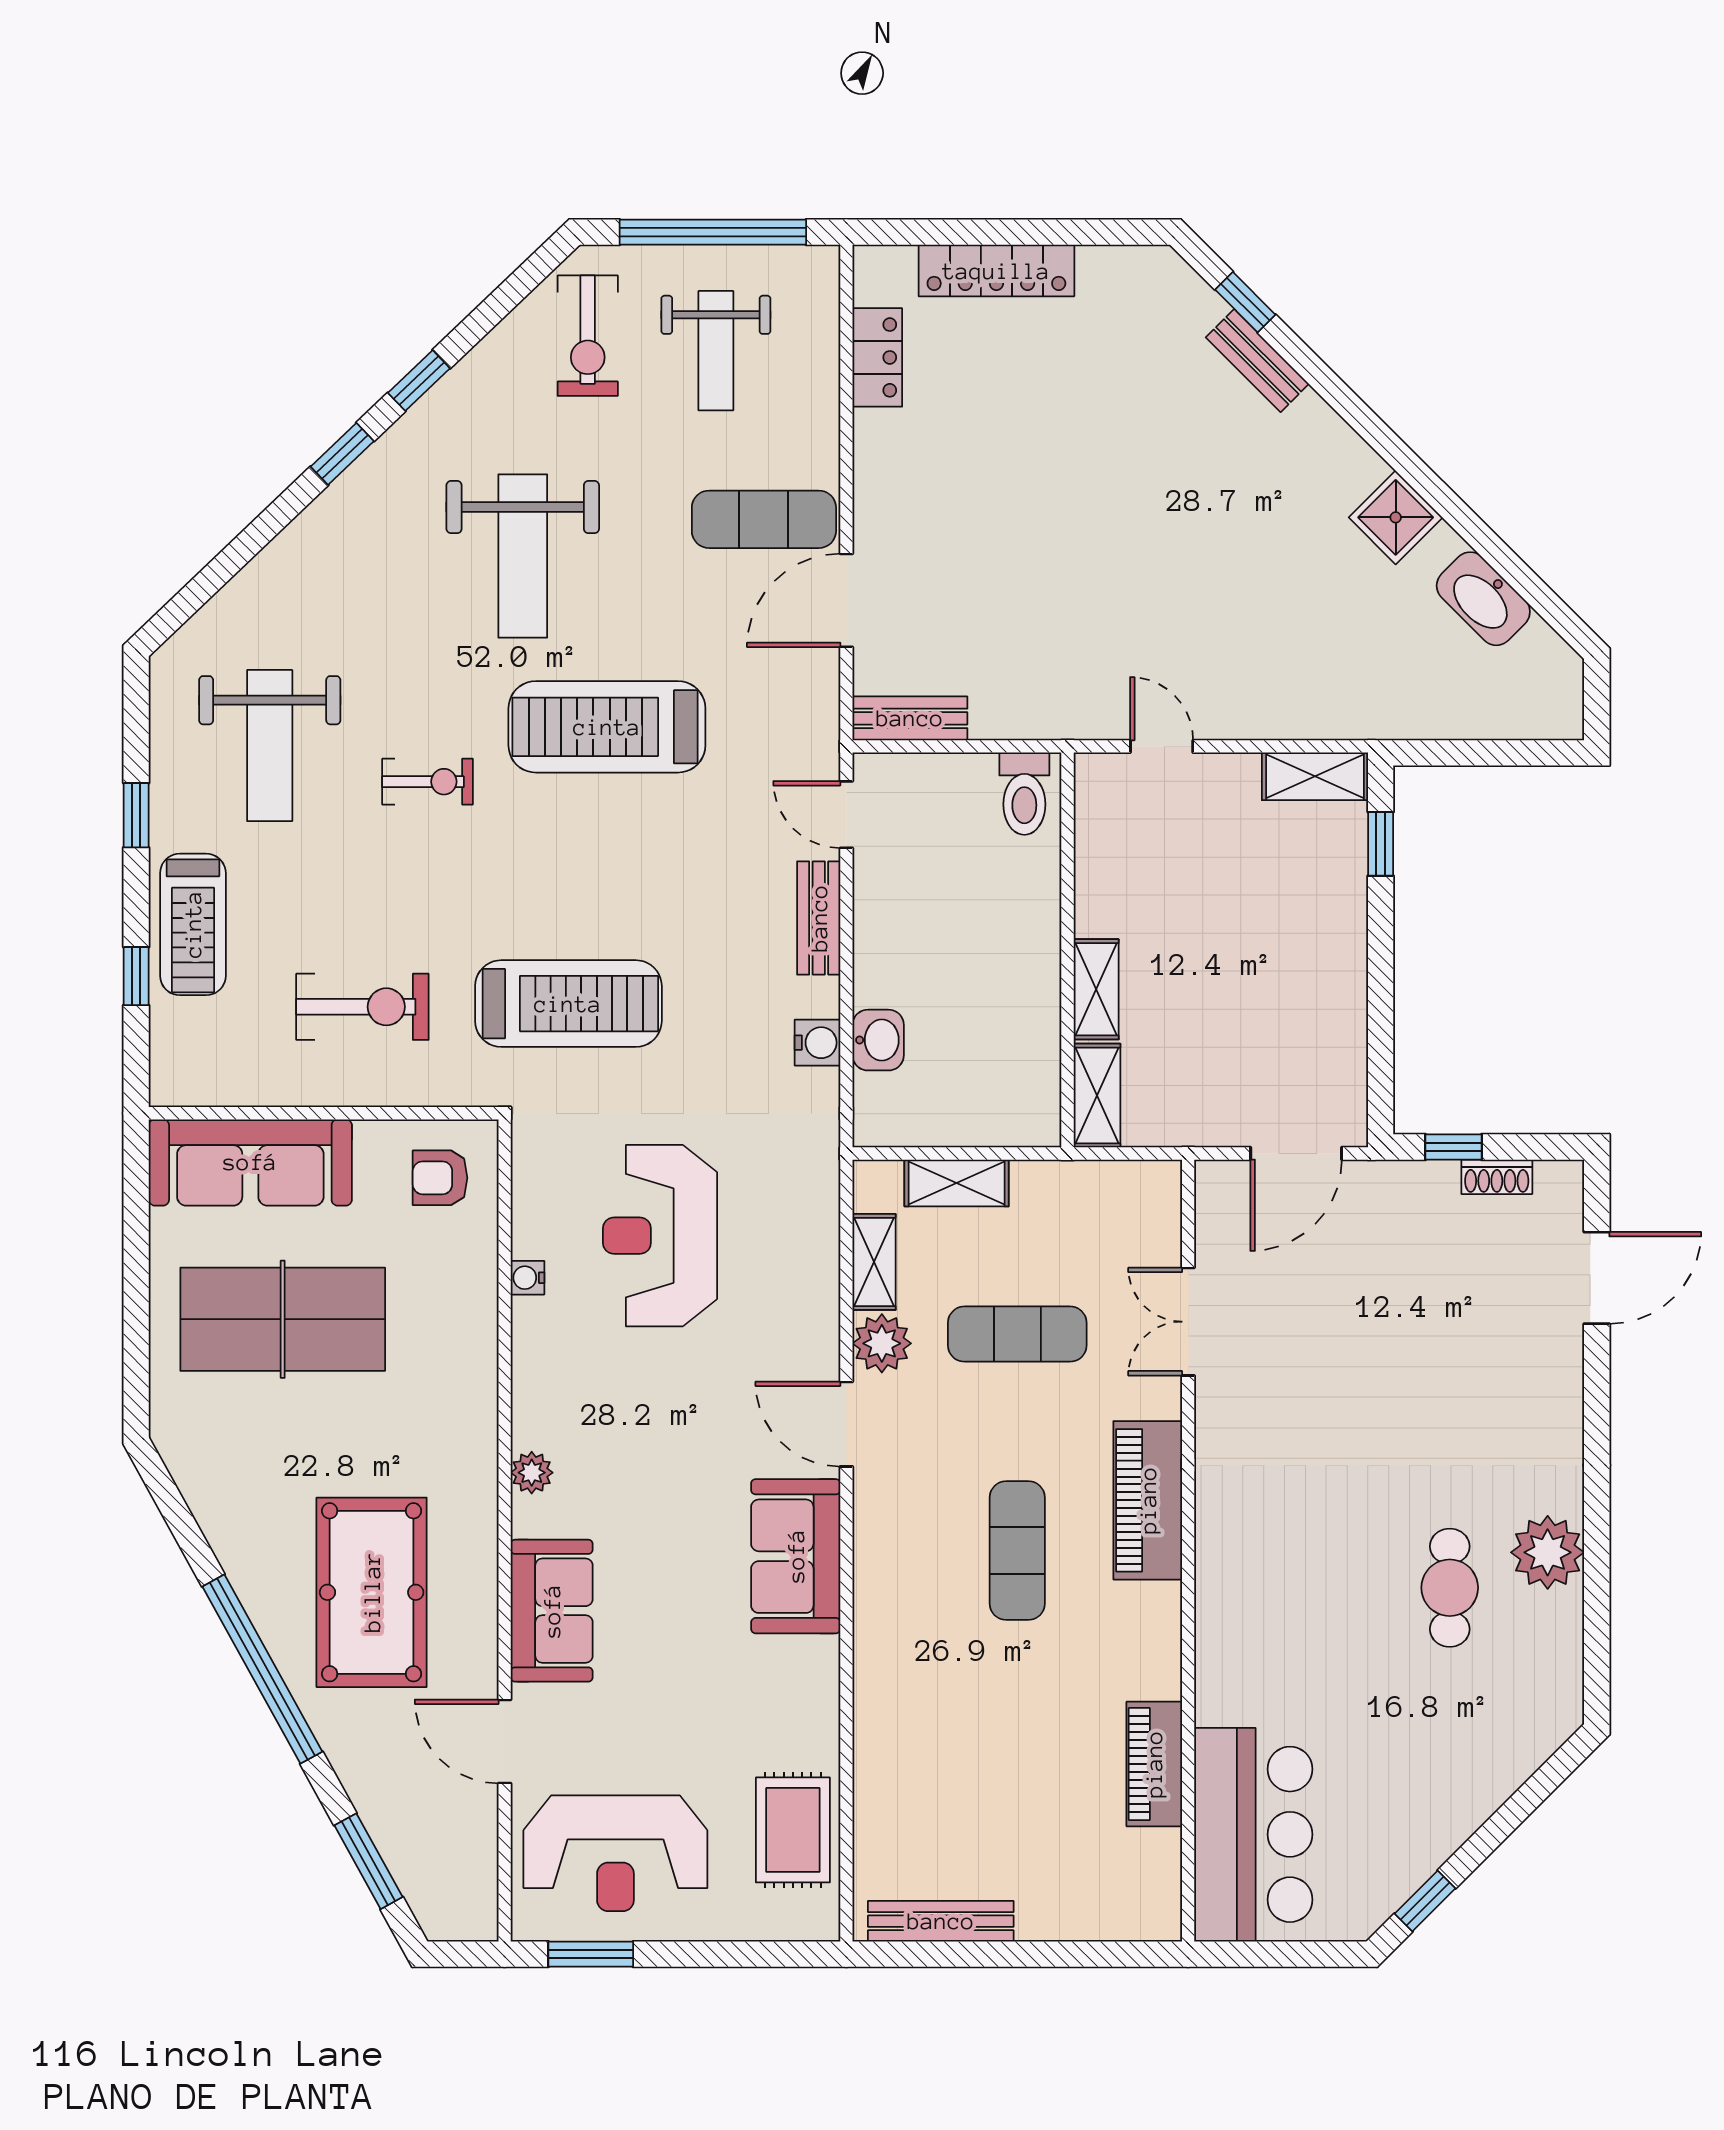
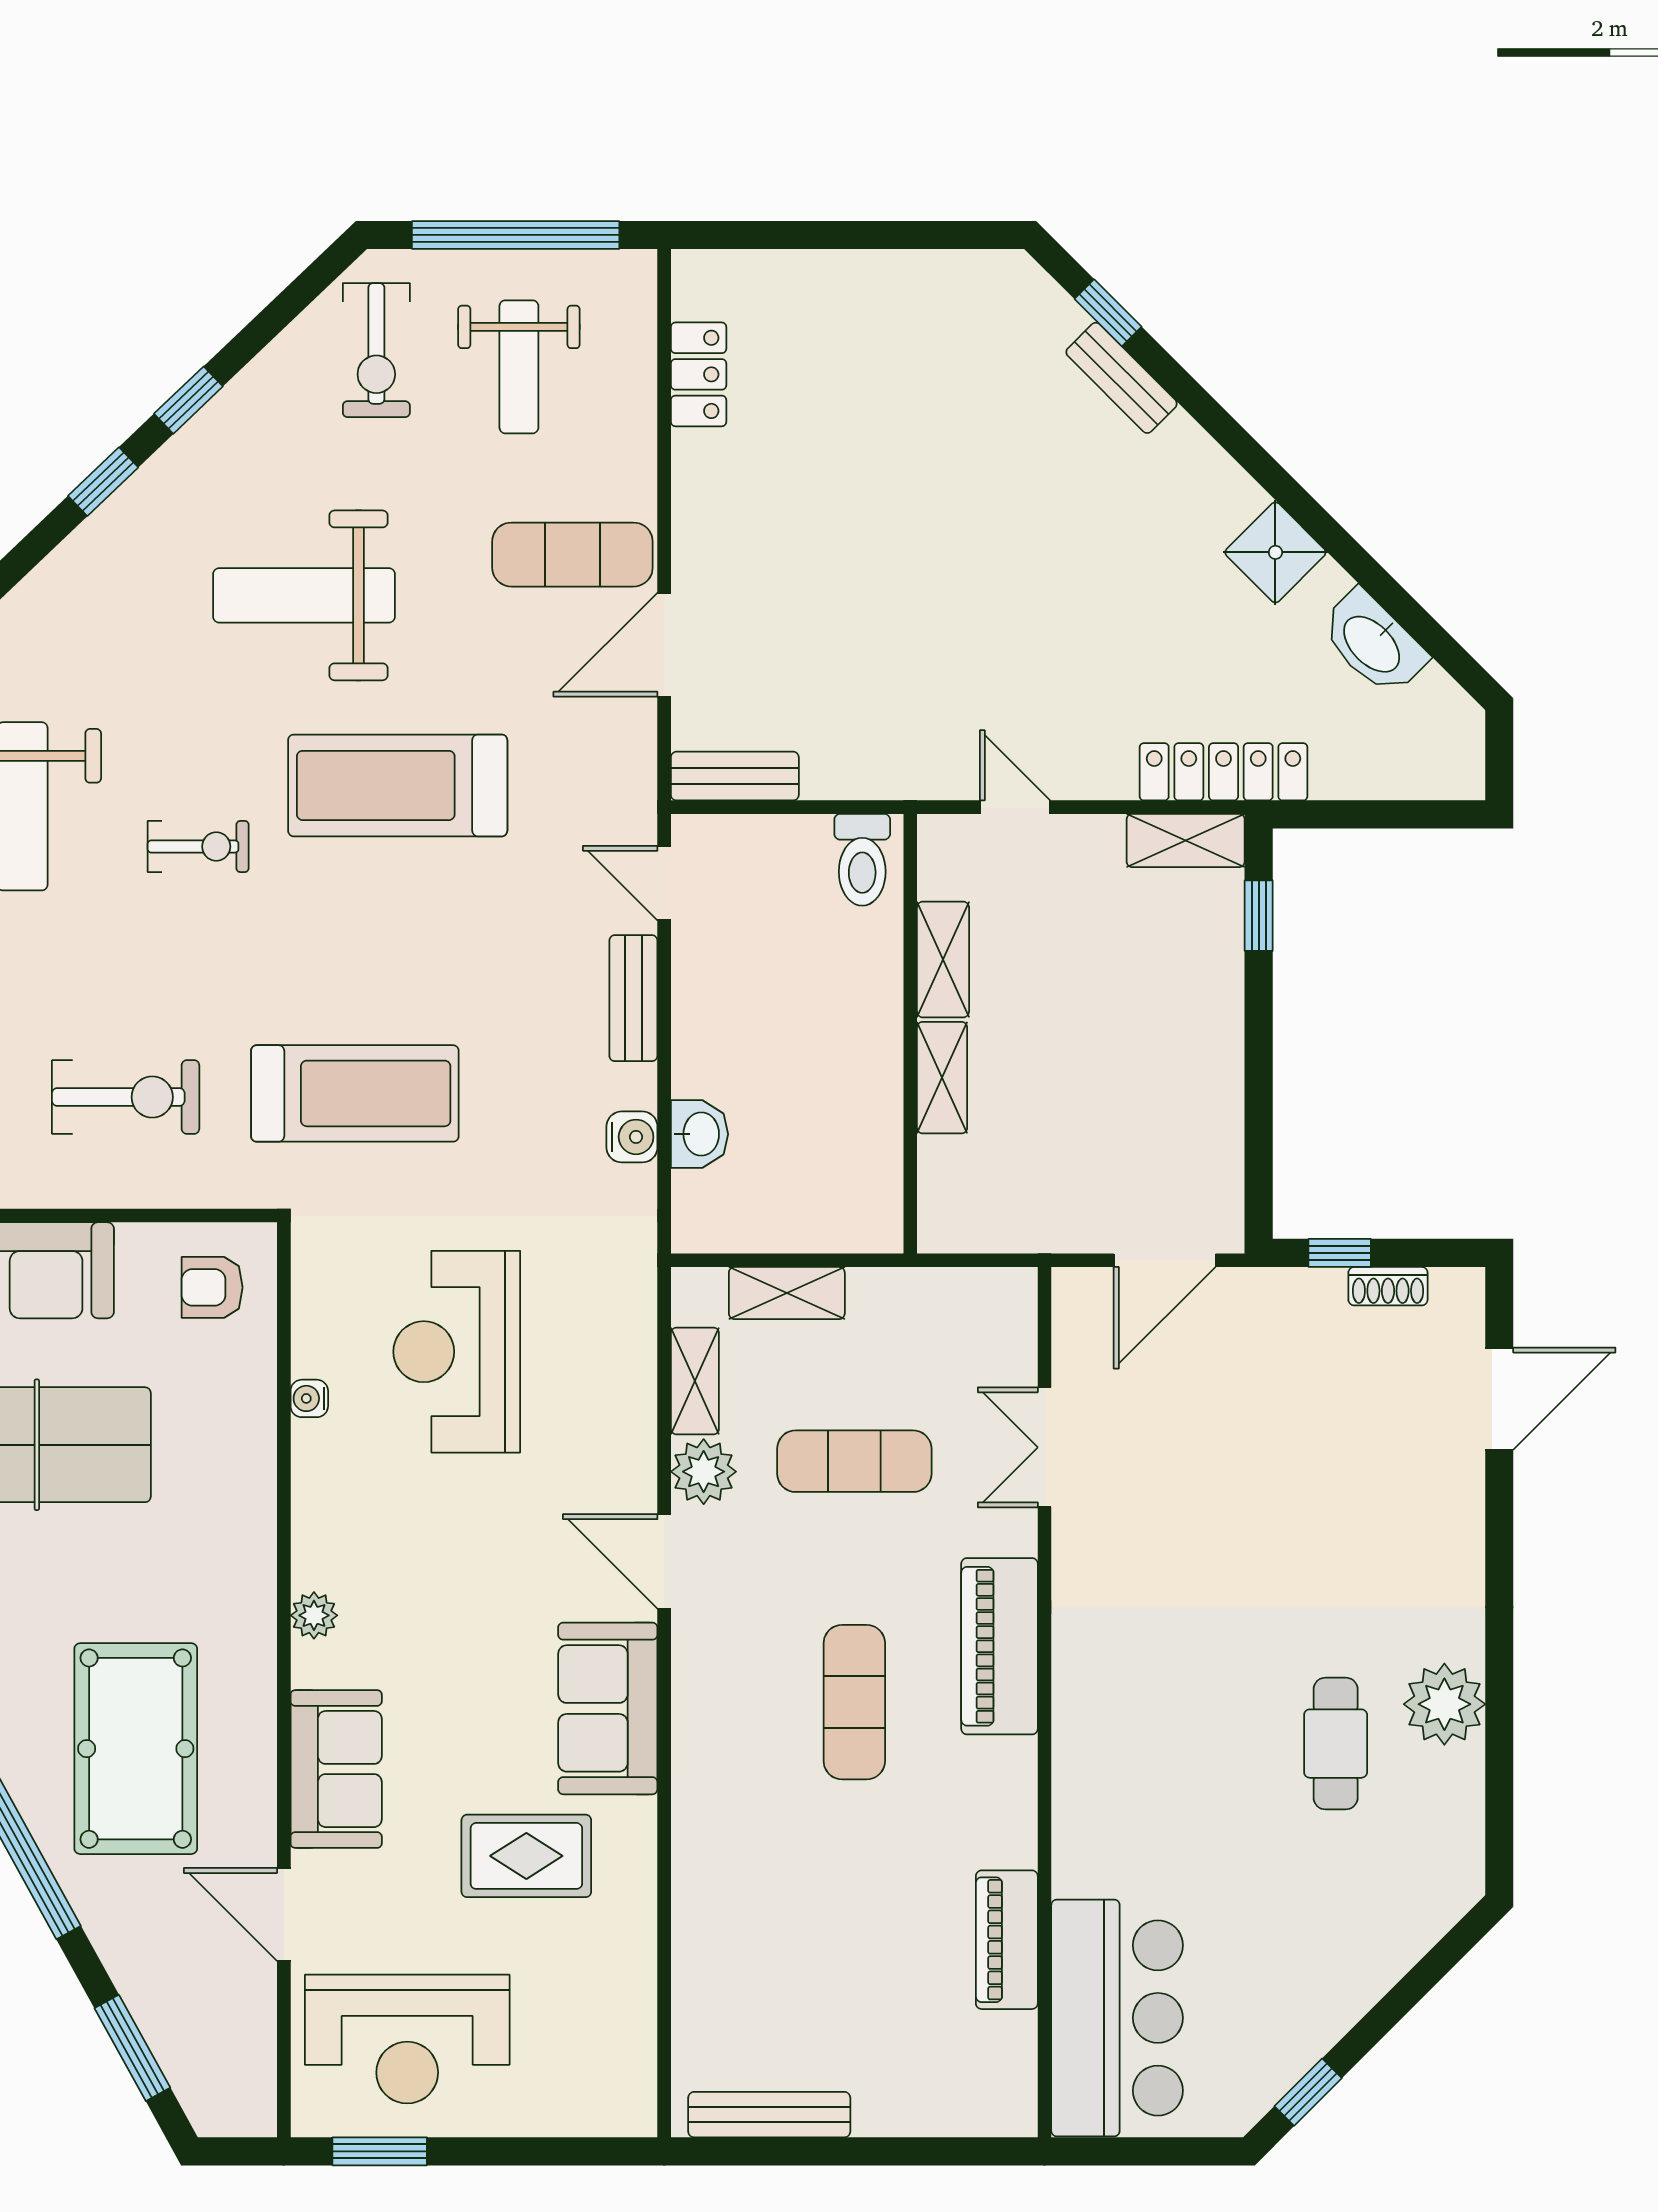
locker: (996, 271) -> (1224, 772), moved, turned 180
weight bench: (523, 556) -> (304, 595), turned 90
shelving: (1097, 1095) -> (943, 959), moved
rug: (793, 1830) -> (526, 1856), moved, turned 90

